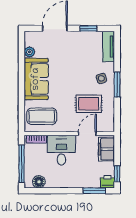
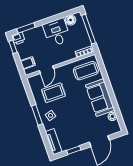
filing cabinet: (106, 149) -> (28, 63), width x0.50
desk: (61, 150) -> (57, 32), moved, turned 180

